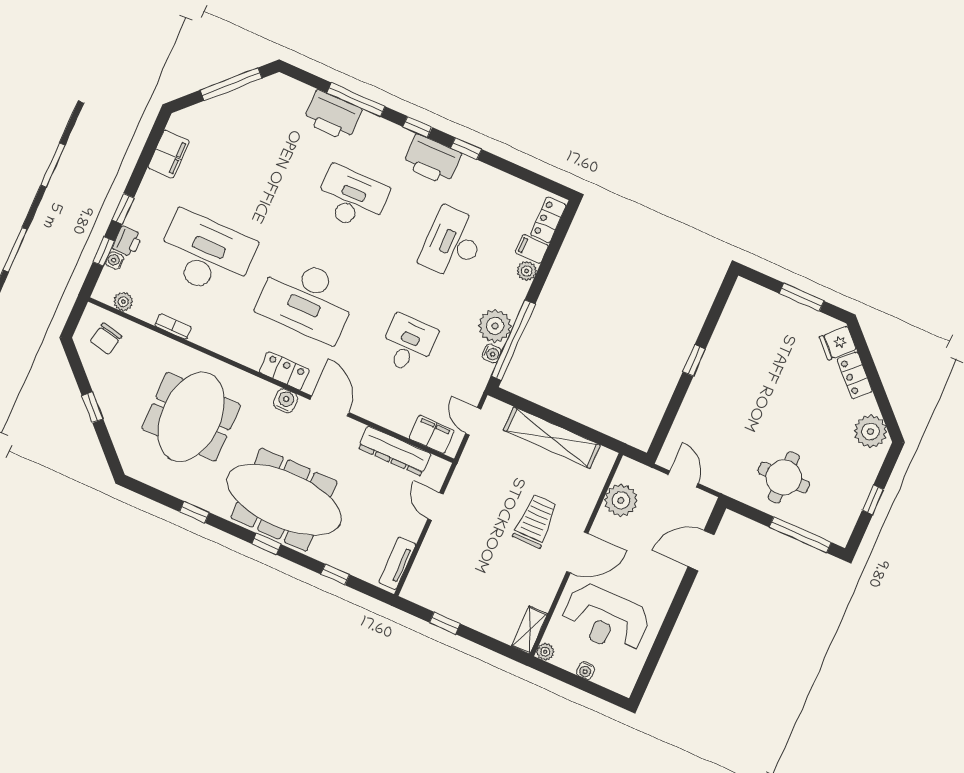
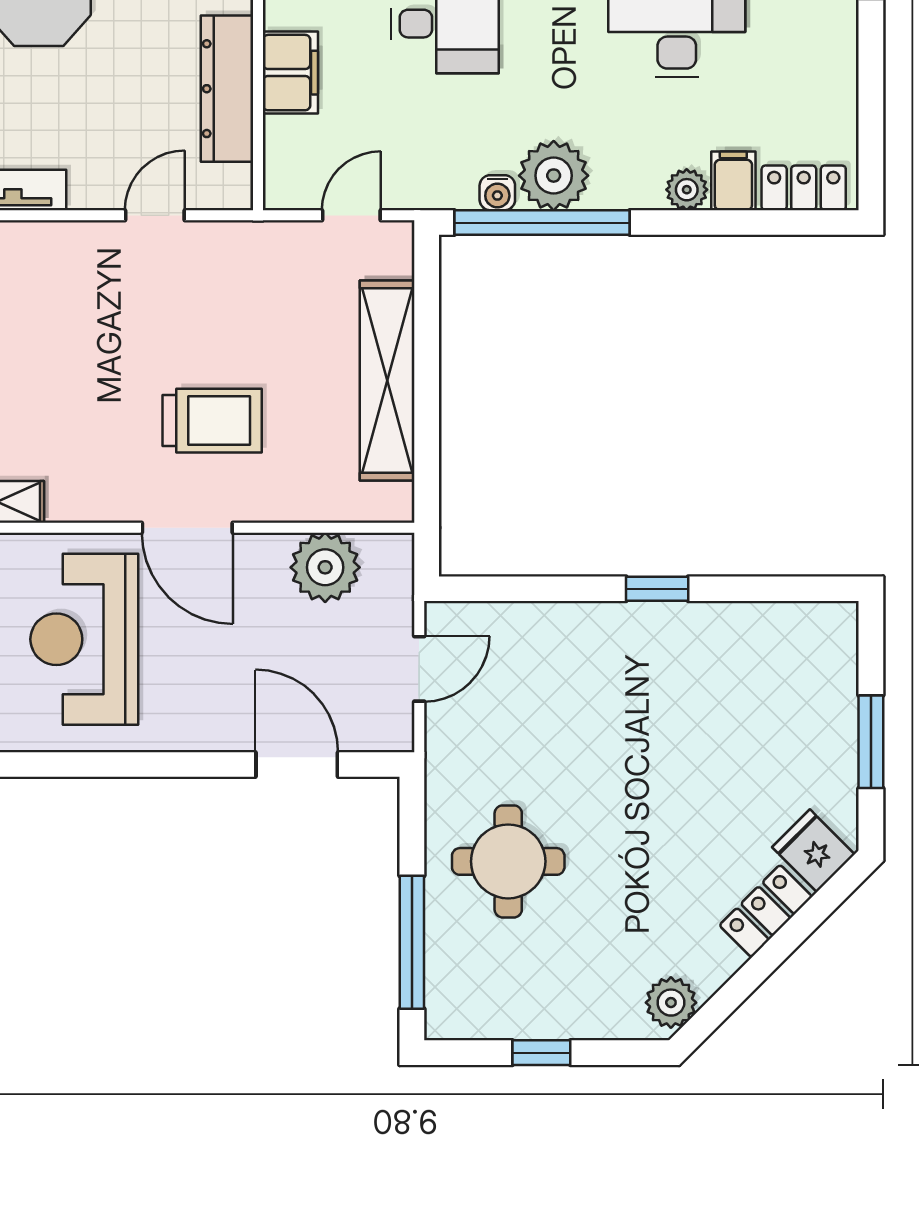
plant: (871, 431) -> (671, 1003), width x0.73, depth x0.73
filing cabinet: (432, 434) -> (290, 73), moved

